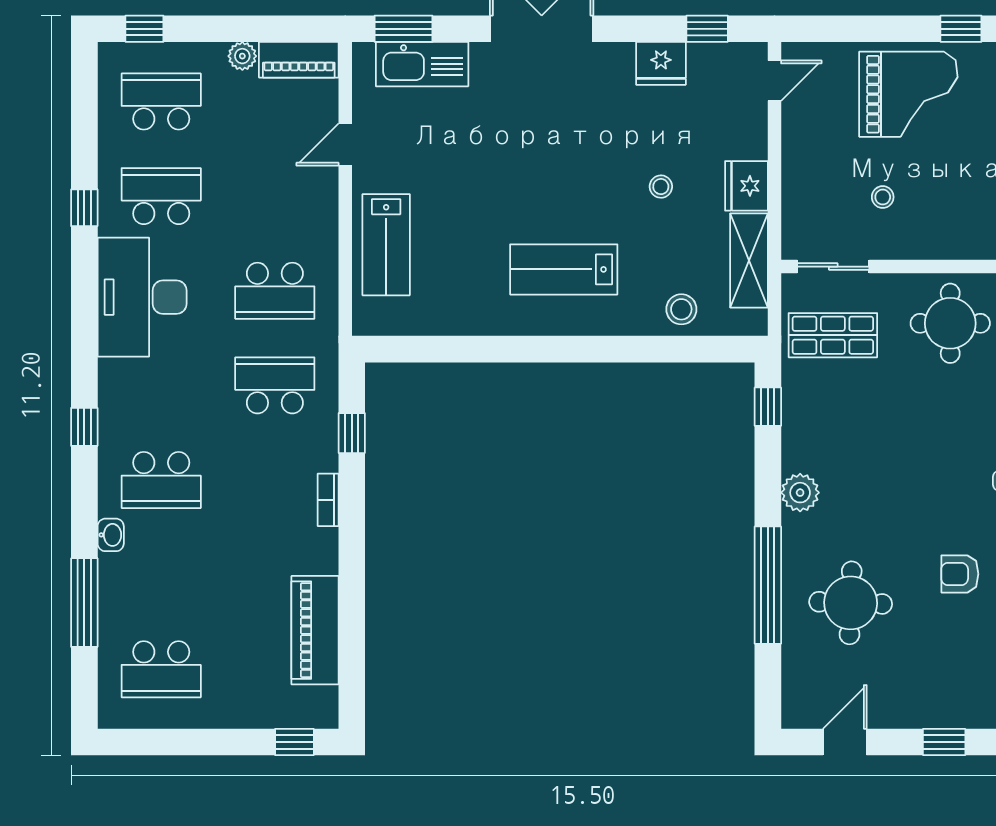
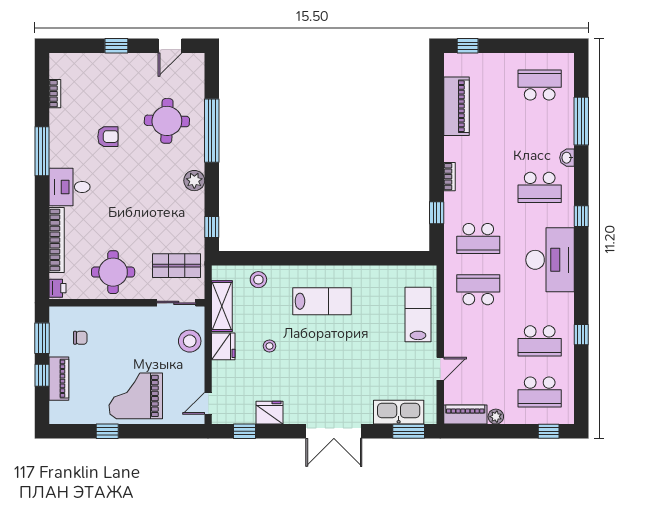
stool: (883, 197) -> (190, 341), moved, width x1.89, depth x1.89
desk: (142, 297) -> (550, 260), moved
school desk: (161, 480) -> (540, 187), turned 180

